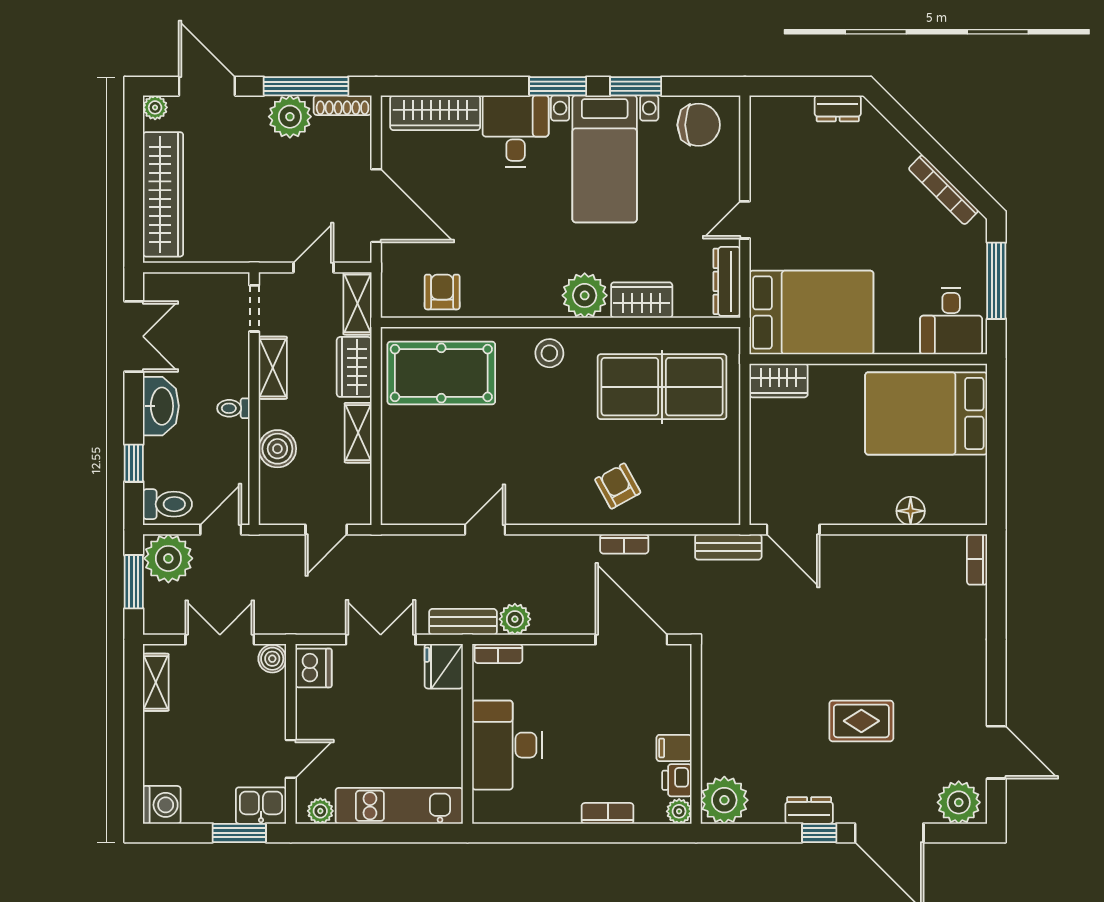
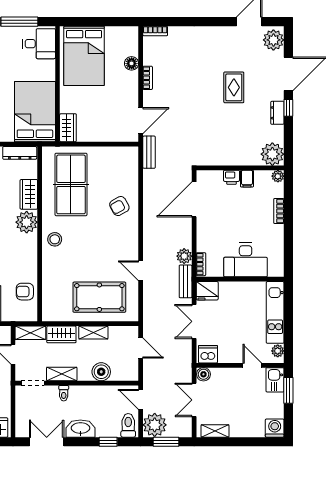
pool table: (441, 373) -> (99, 297), moved, turned 90
toilet: (233, 408) -> (64, 393), moved
bookcase: (624, 544) -> (148, 78), moved
printer: (677, 780) -> (232, 177), moved

